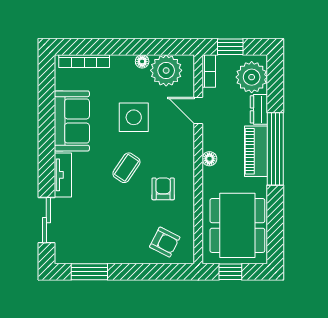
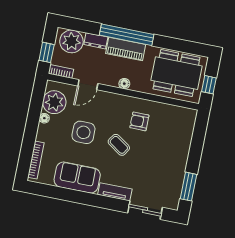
armchair: (165, 242) -> (178, 128), removed

